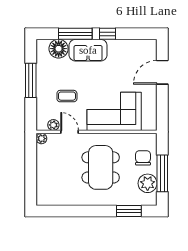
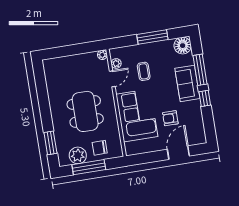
floor lamp: (59, 49) -> (183, 46), moved
door: (162, 72) -> (178, 153), hinge flipped
armchair: (123, 75) -> (170, 118), added
chair: (143, 158) -> (100, 148), turned 180
dining table: (101, 167) -> (85, 111), turned 90

